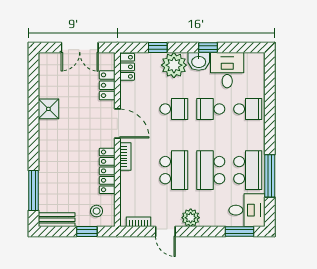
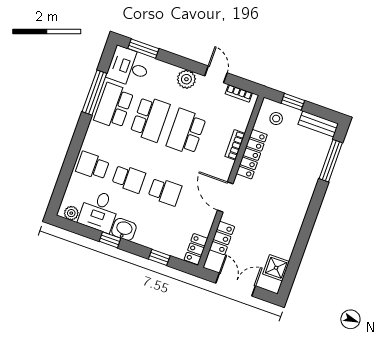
plant: (174, 65) -> (71, 213), moved, width x0.53, depth x0.53
shower: (48, 109) -> (276, 268), moved
school desk: (174, 109) -> (165, 192), turned 180
bookcase: (125, 157) -> (235, 145), moved

